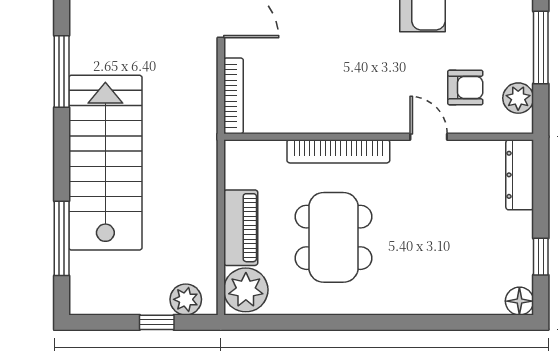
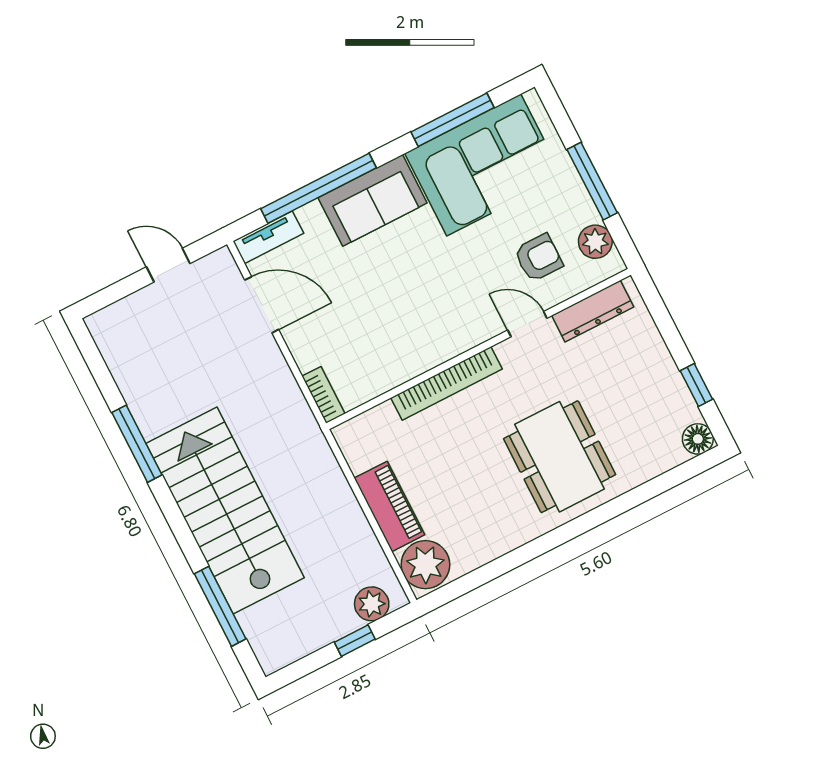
bookcase: (233, 96) -> (323, 395), width x0.64
dresser: (520, 175) -> (593, 311), moved, turned -90
dining table: (334, 237) -> (560, 457), moved

